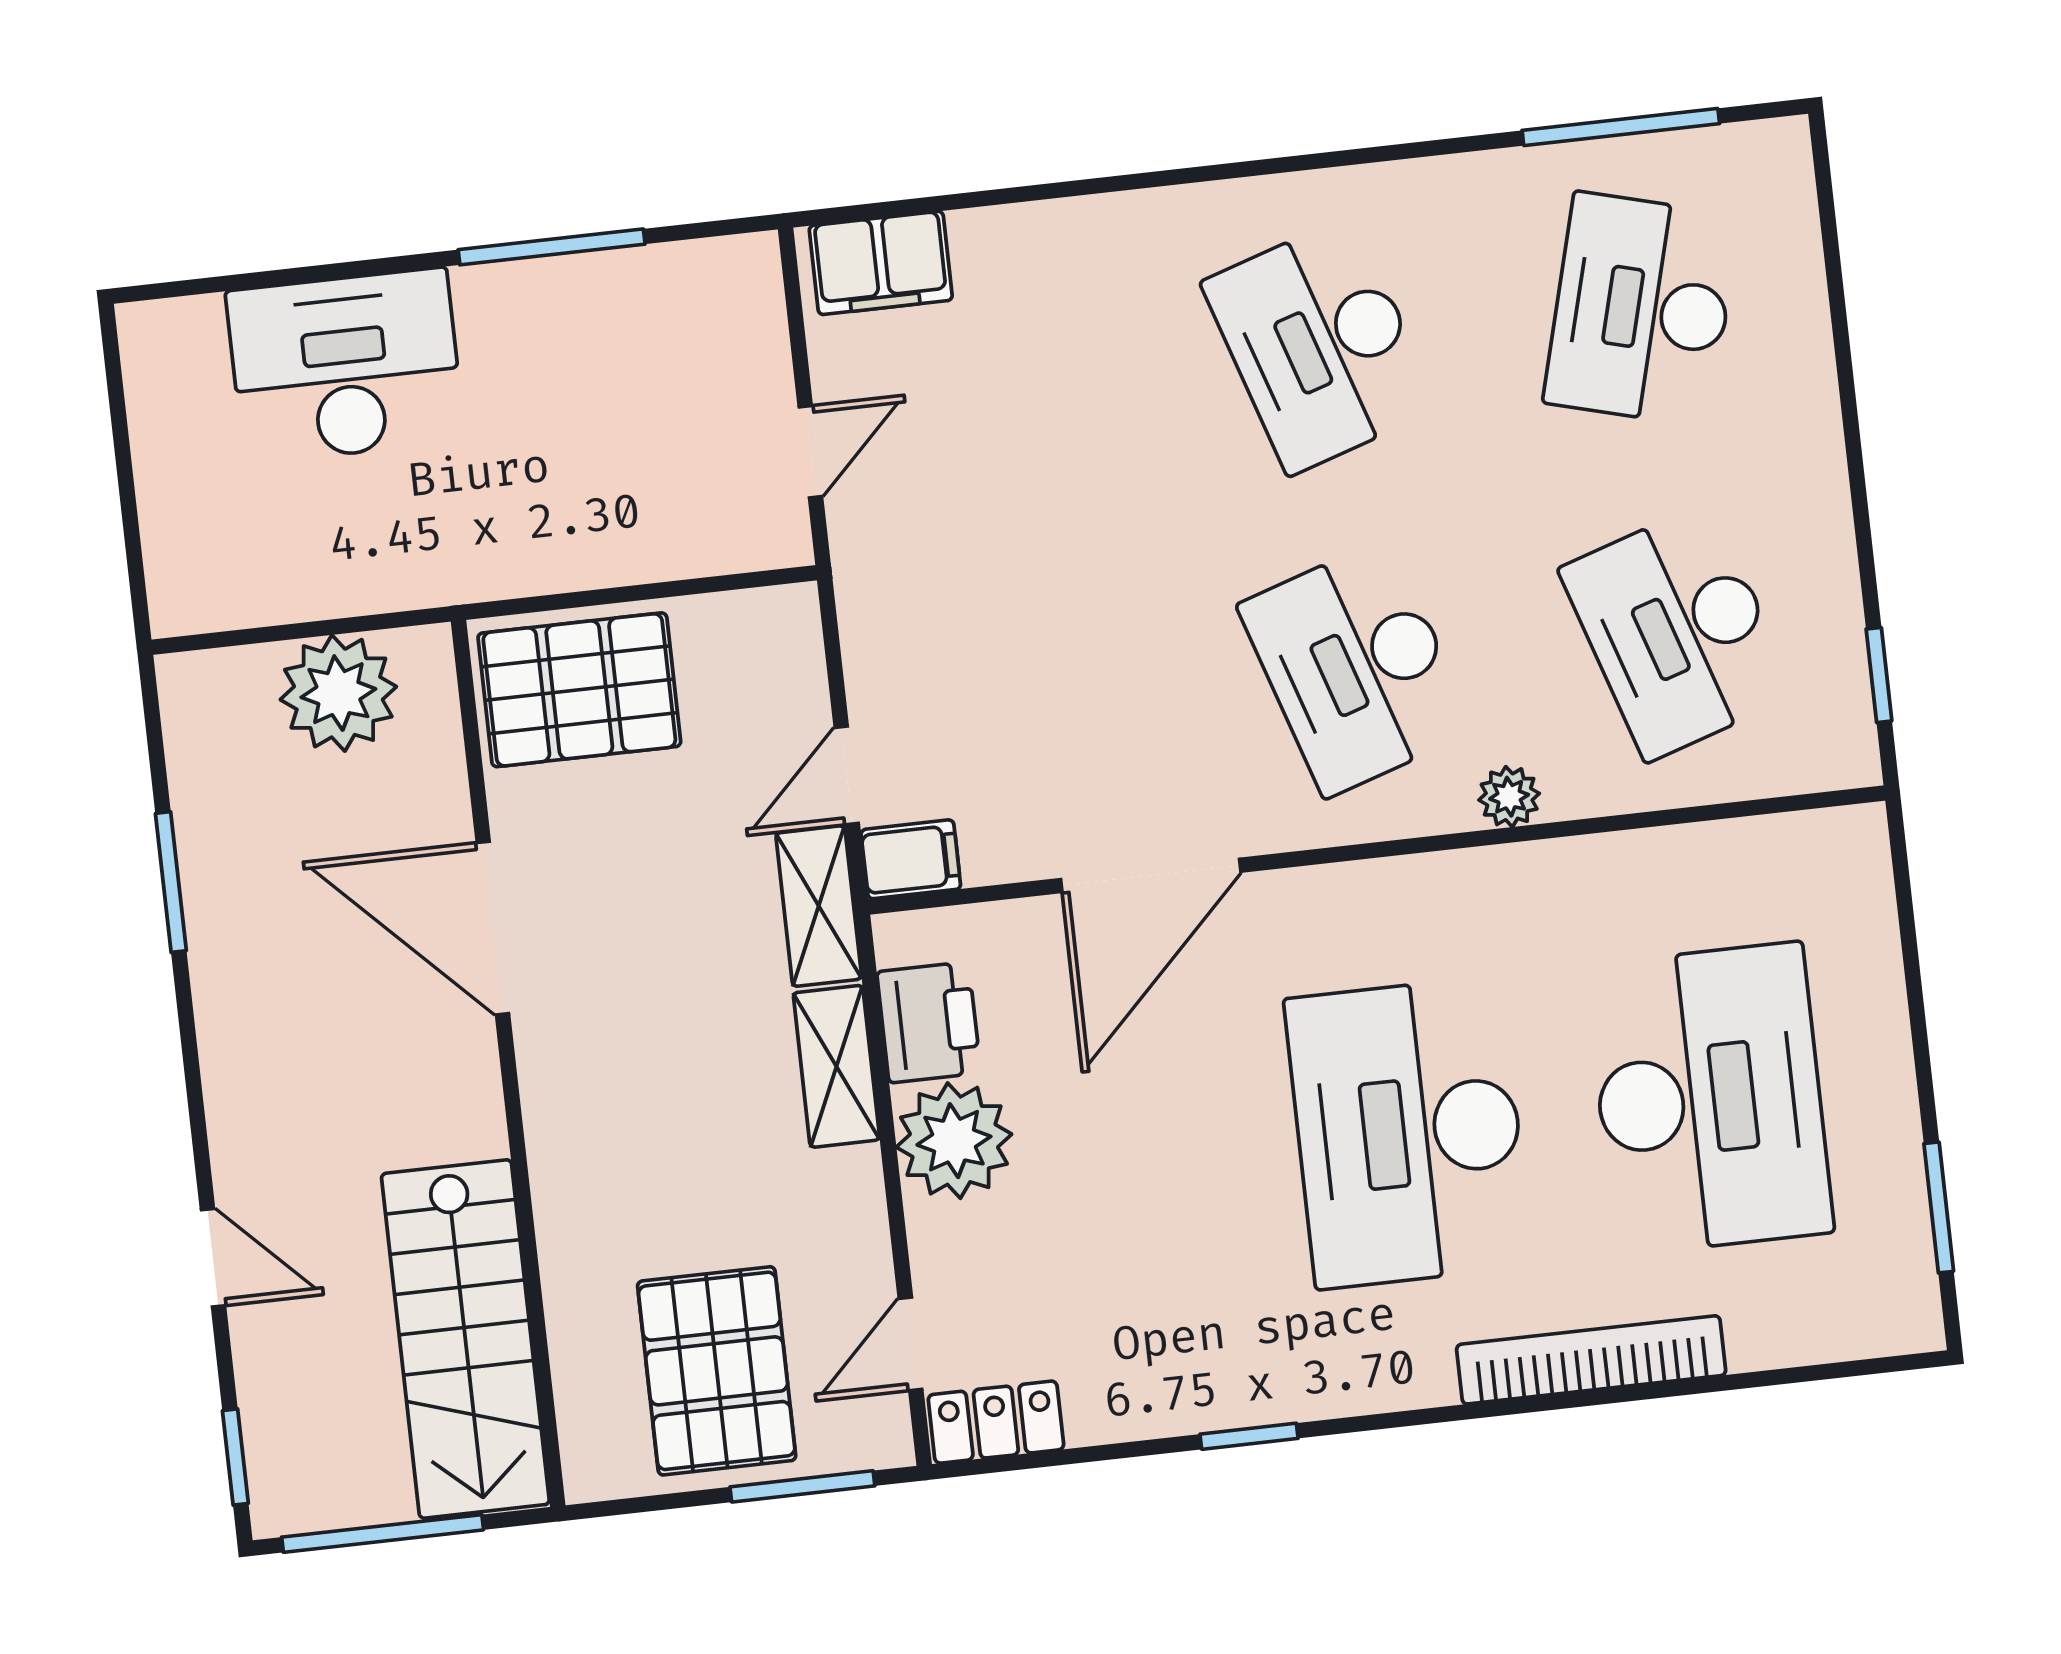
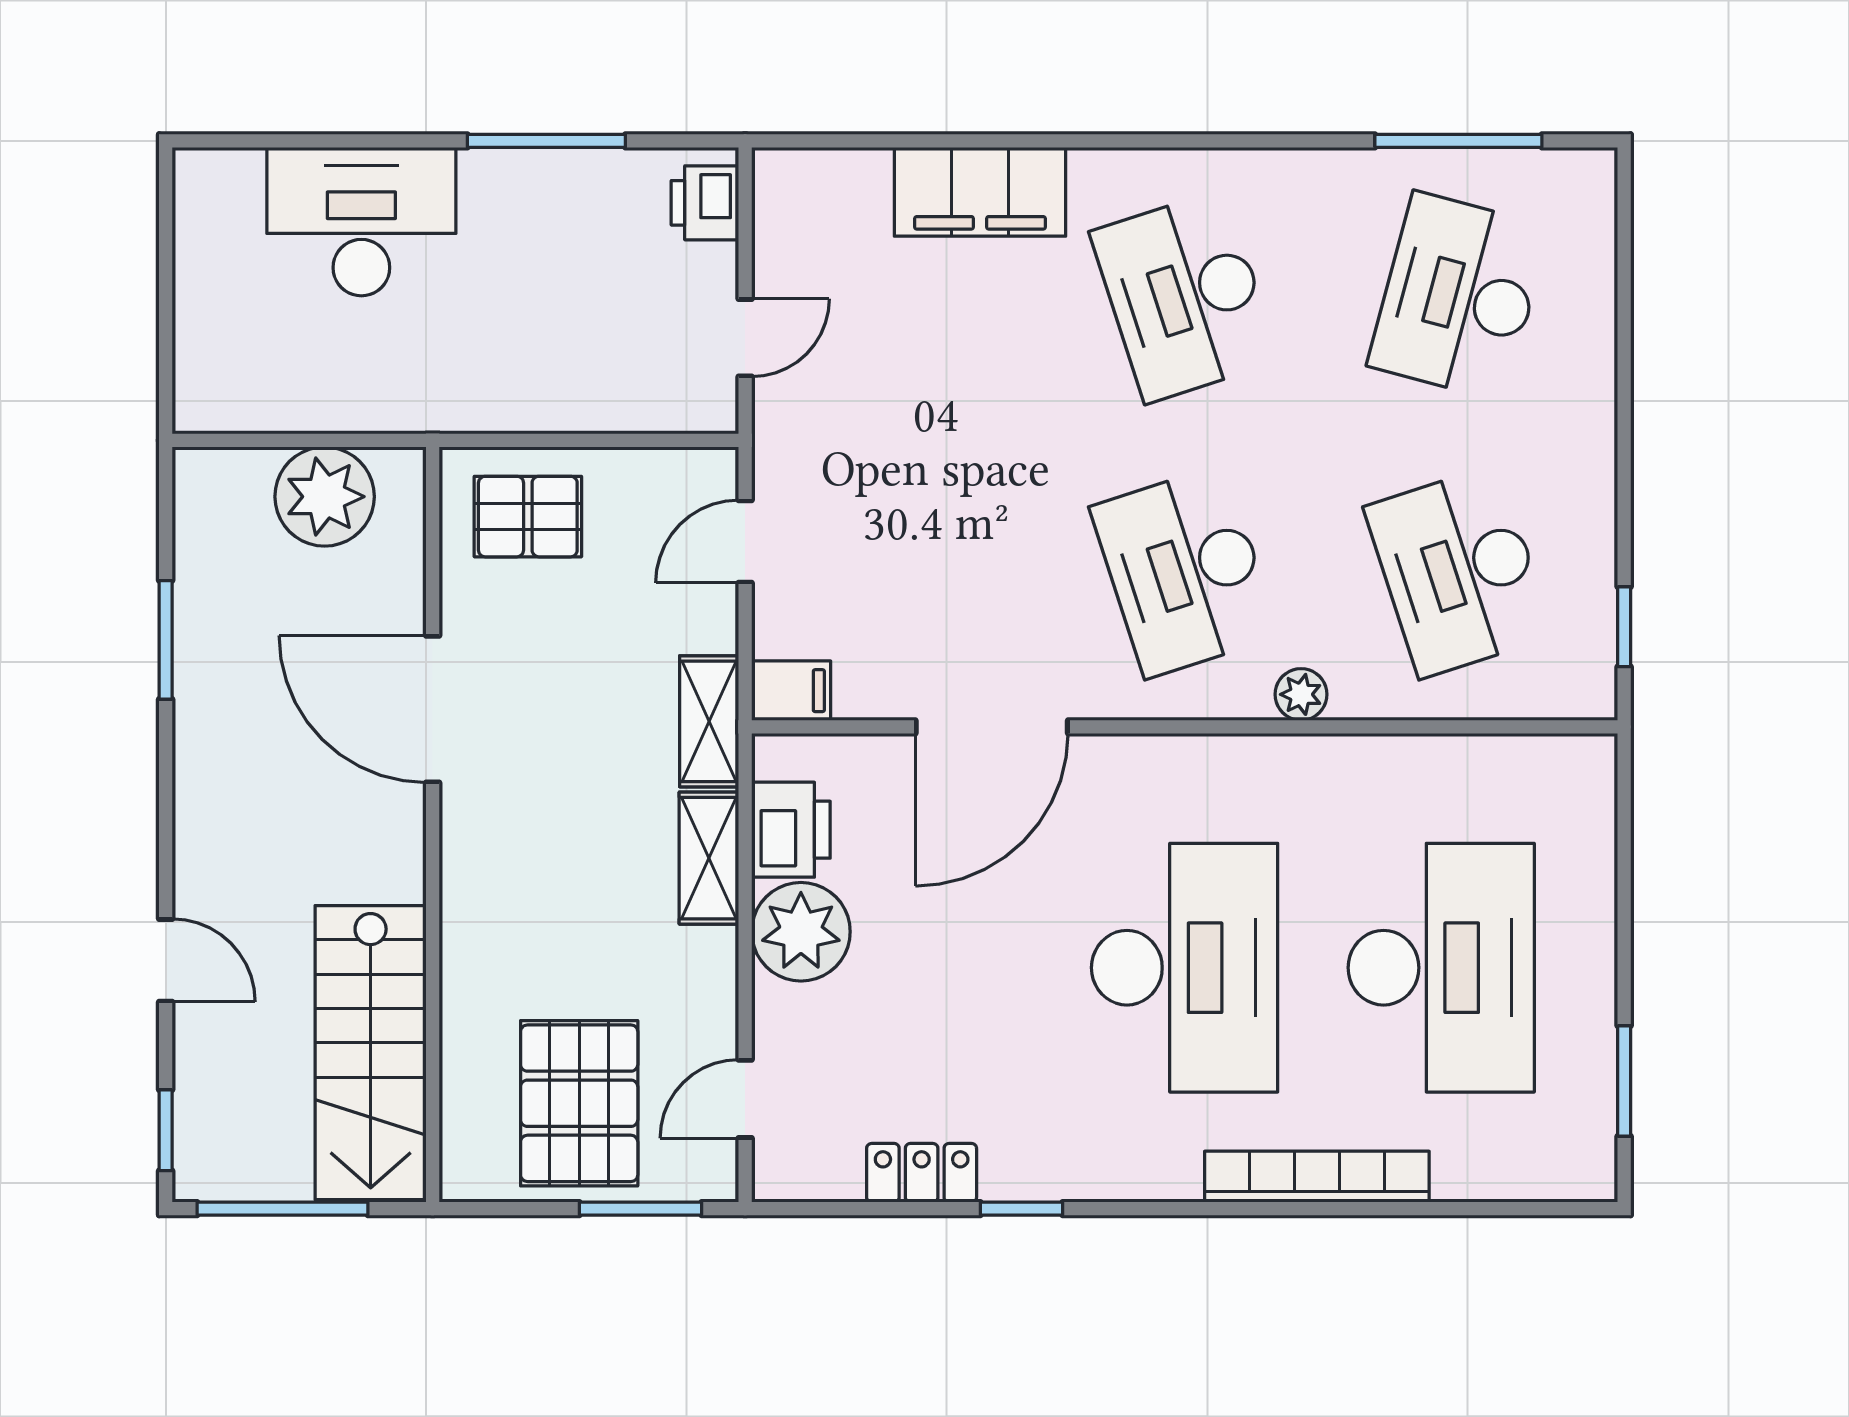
filing cabinet: (881, 263) -> (980, 192), moved, width x1.50, depth x1.17
printer: (746, 299) -> (705, 203), added
pallet: (579, 690) -> (528, 517), width x0.67, depth x0.71
door: (847, 775) -> (745, 541), moved
desk: (1409, 1132) -> (1185, 968), turned 180
locker: (996, 1422) -> (922, 1173), moved

